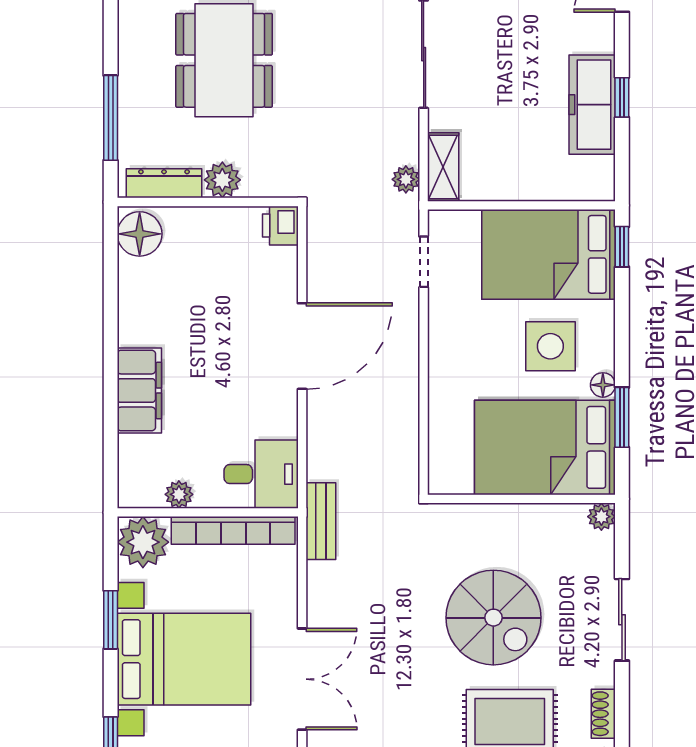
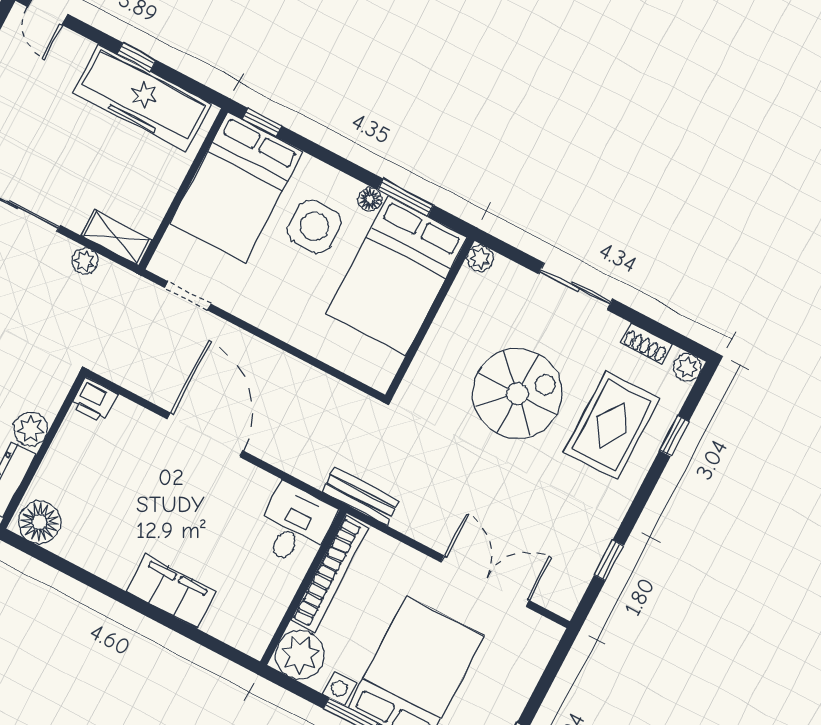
freezer: (592, 105) -> (142, 98), width x1.36, depth x1.26
plant: (406, 179) -> (85, 261), moved
plant: (179, 494) -> (276, 604), removed

